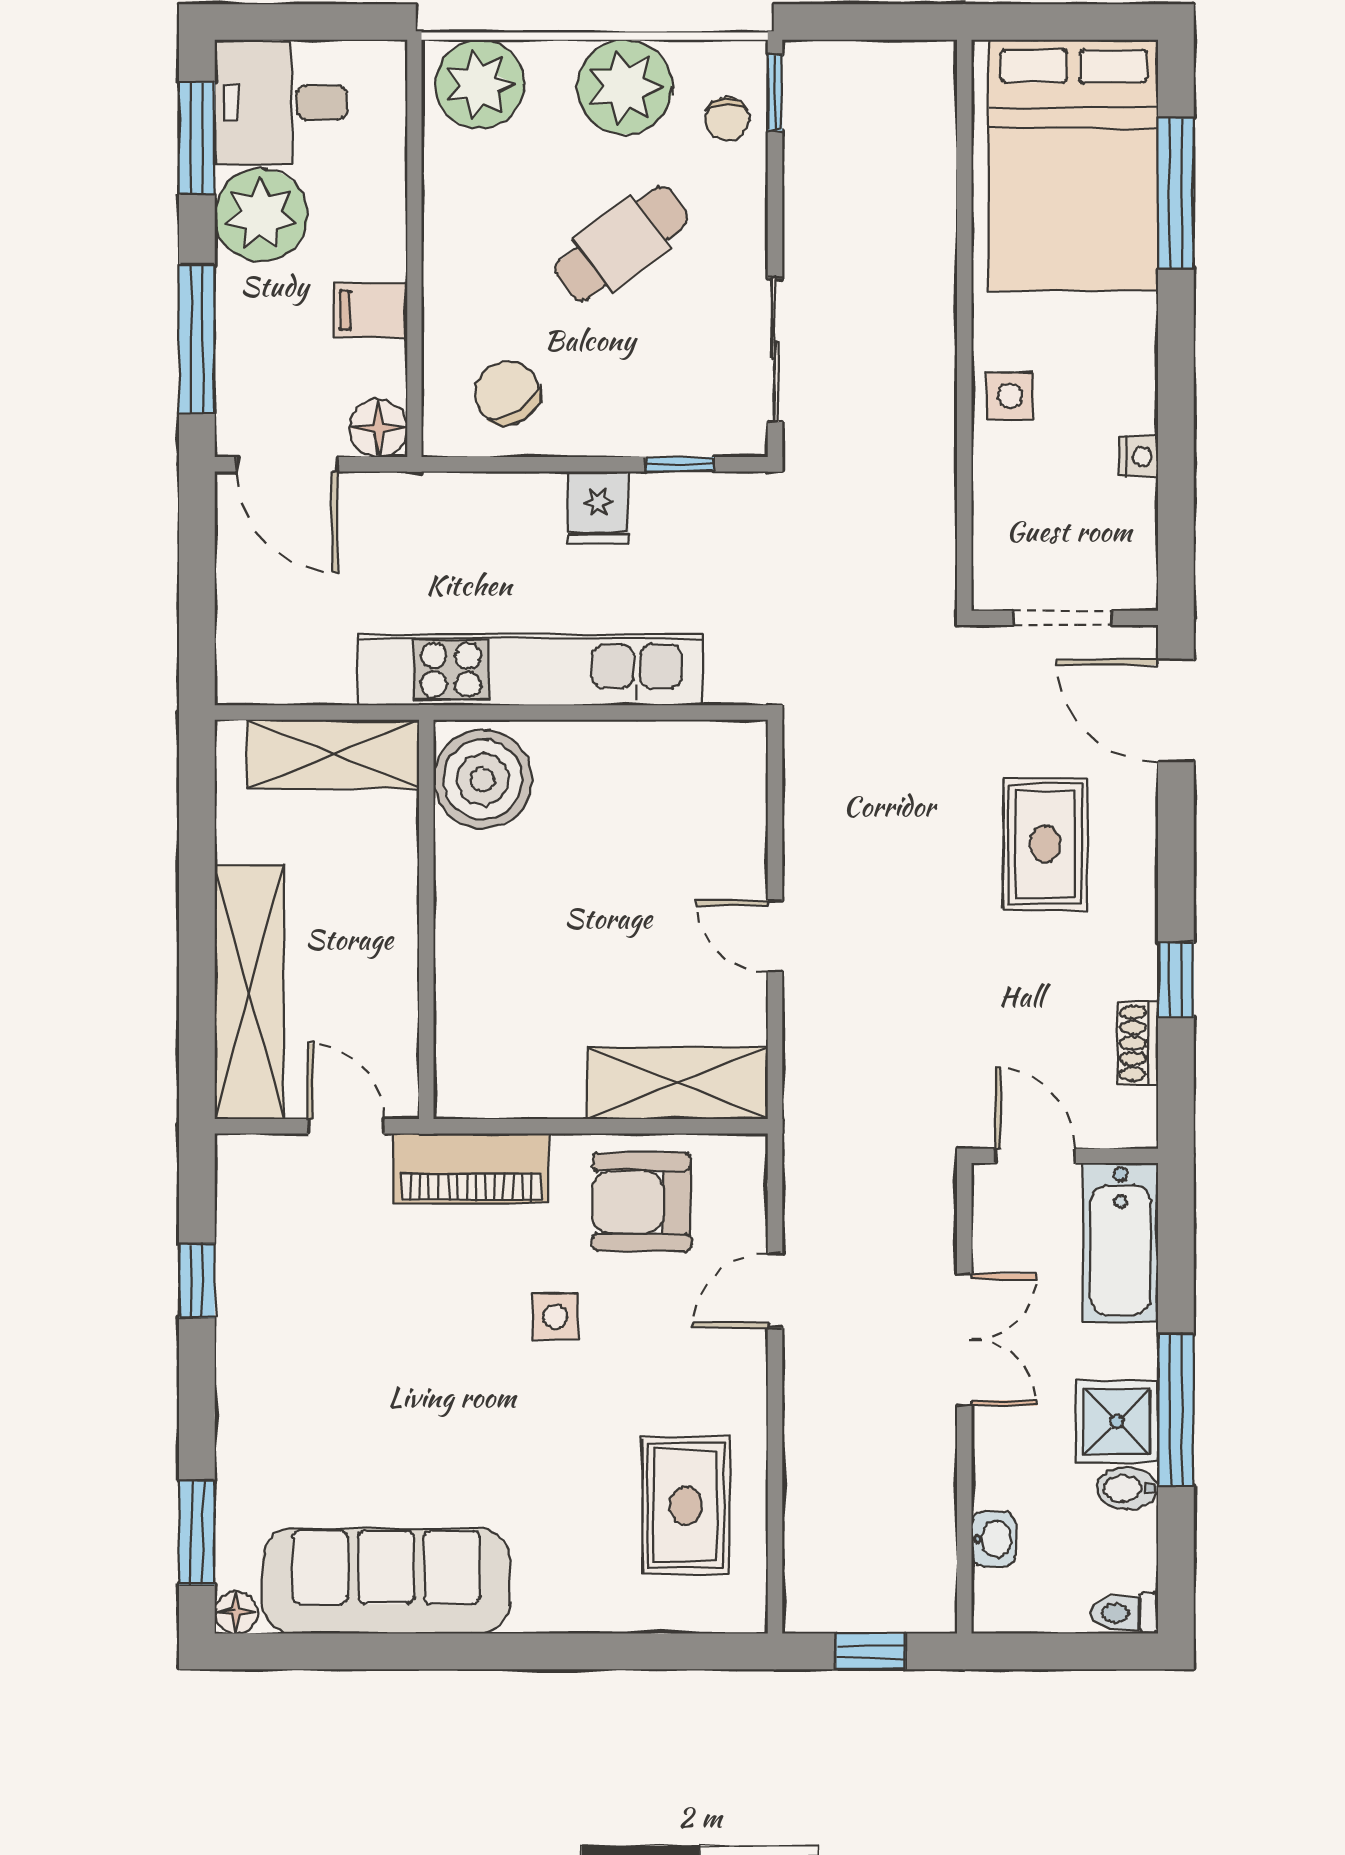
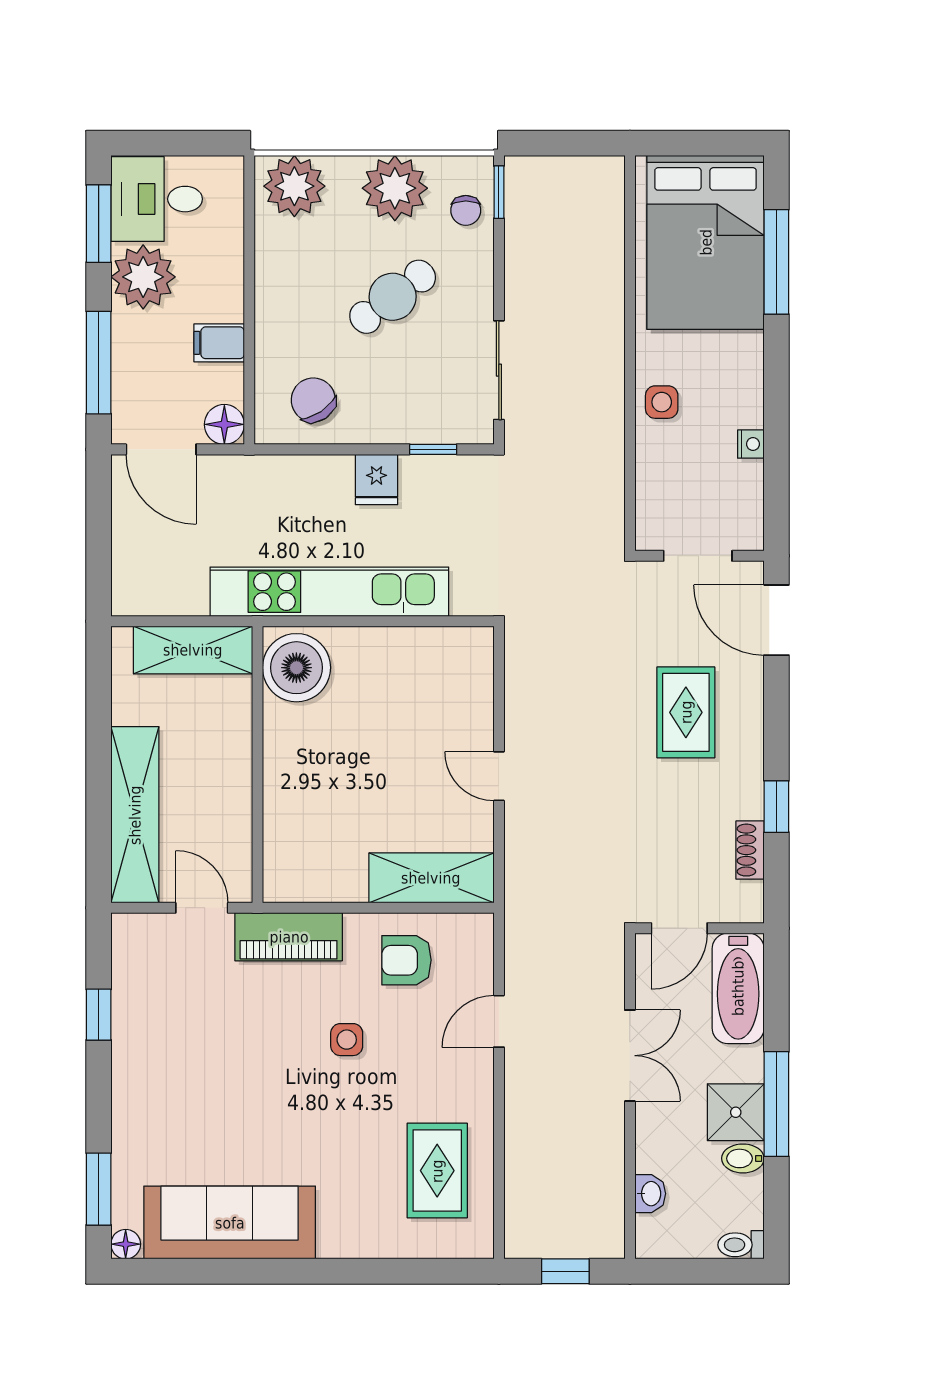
door: (1035, 1156) -> (679, 928), swing flipped
armchair: (642, 1202) -> (407, 960), width x0.72, depth x0.72

